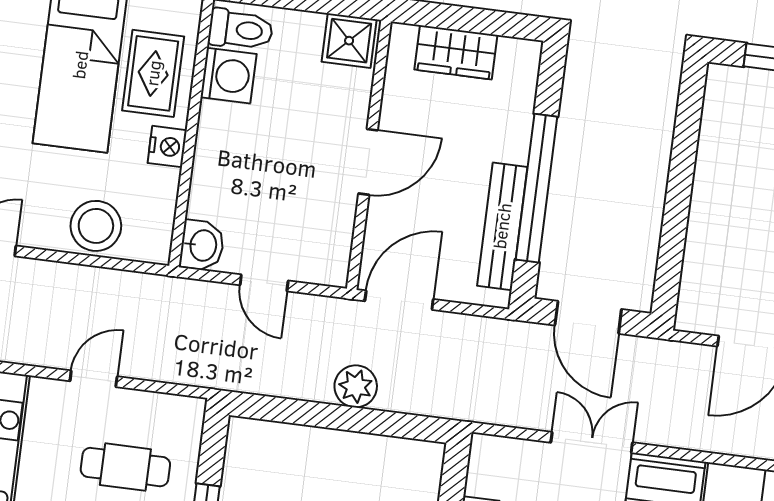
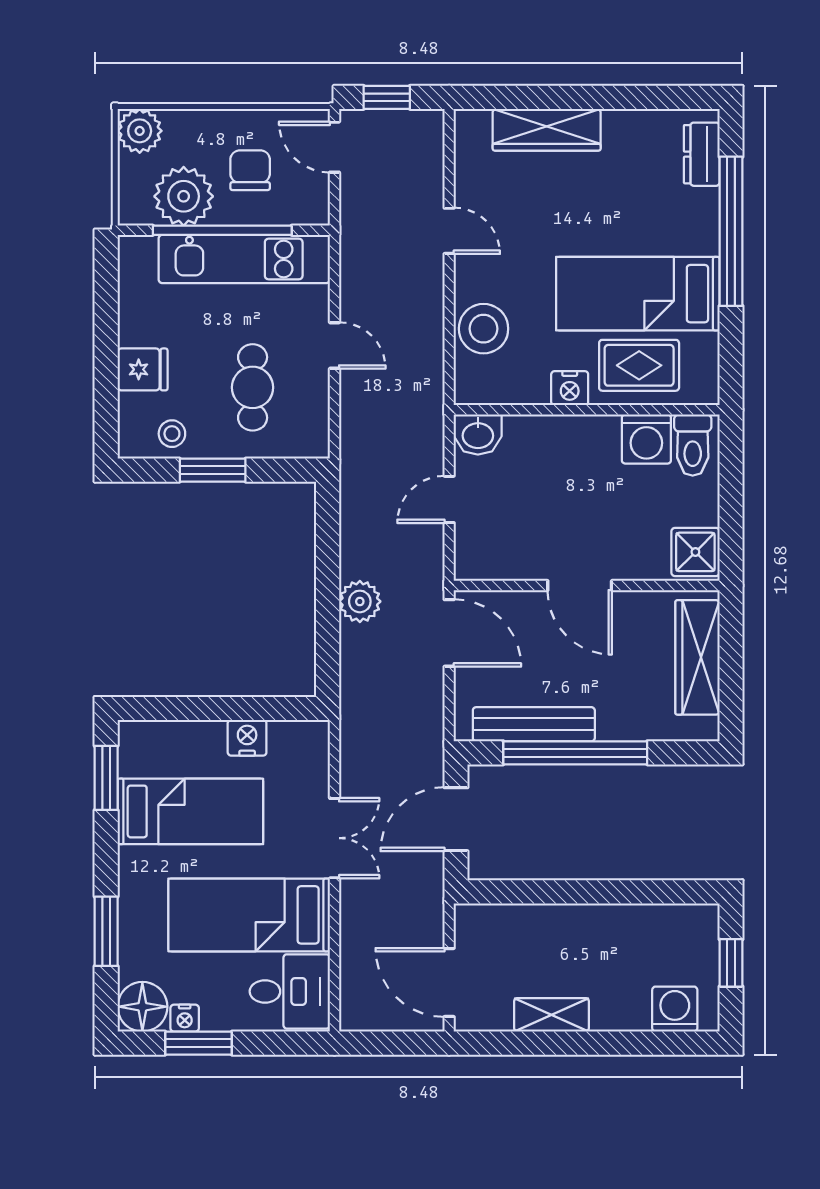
wardrobe: (456, 52) -> (697, 657), width x1.50

